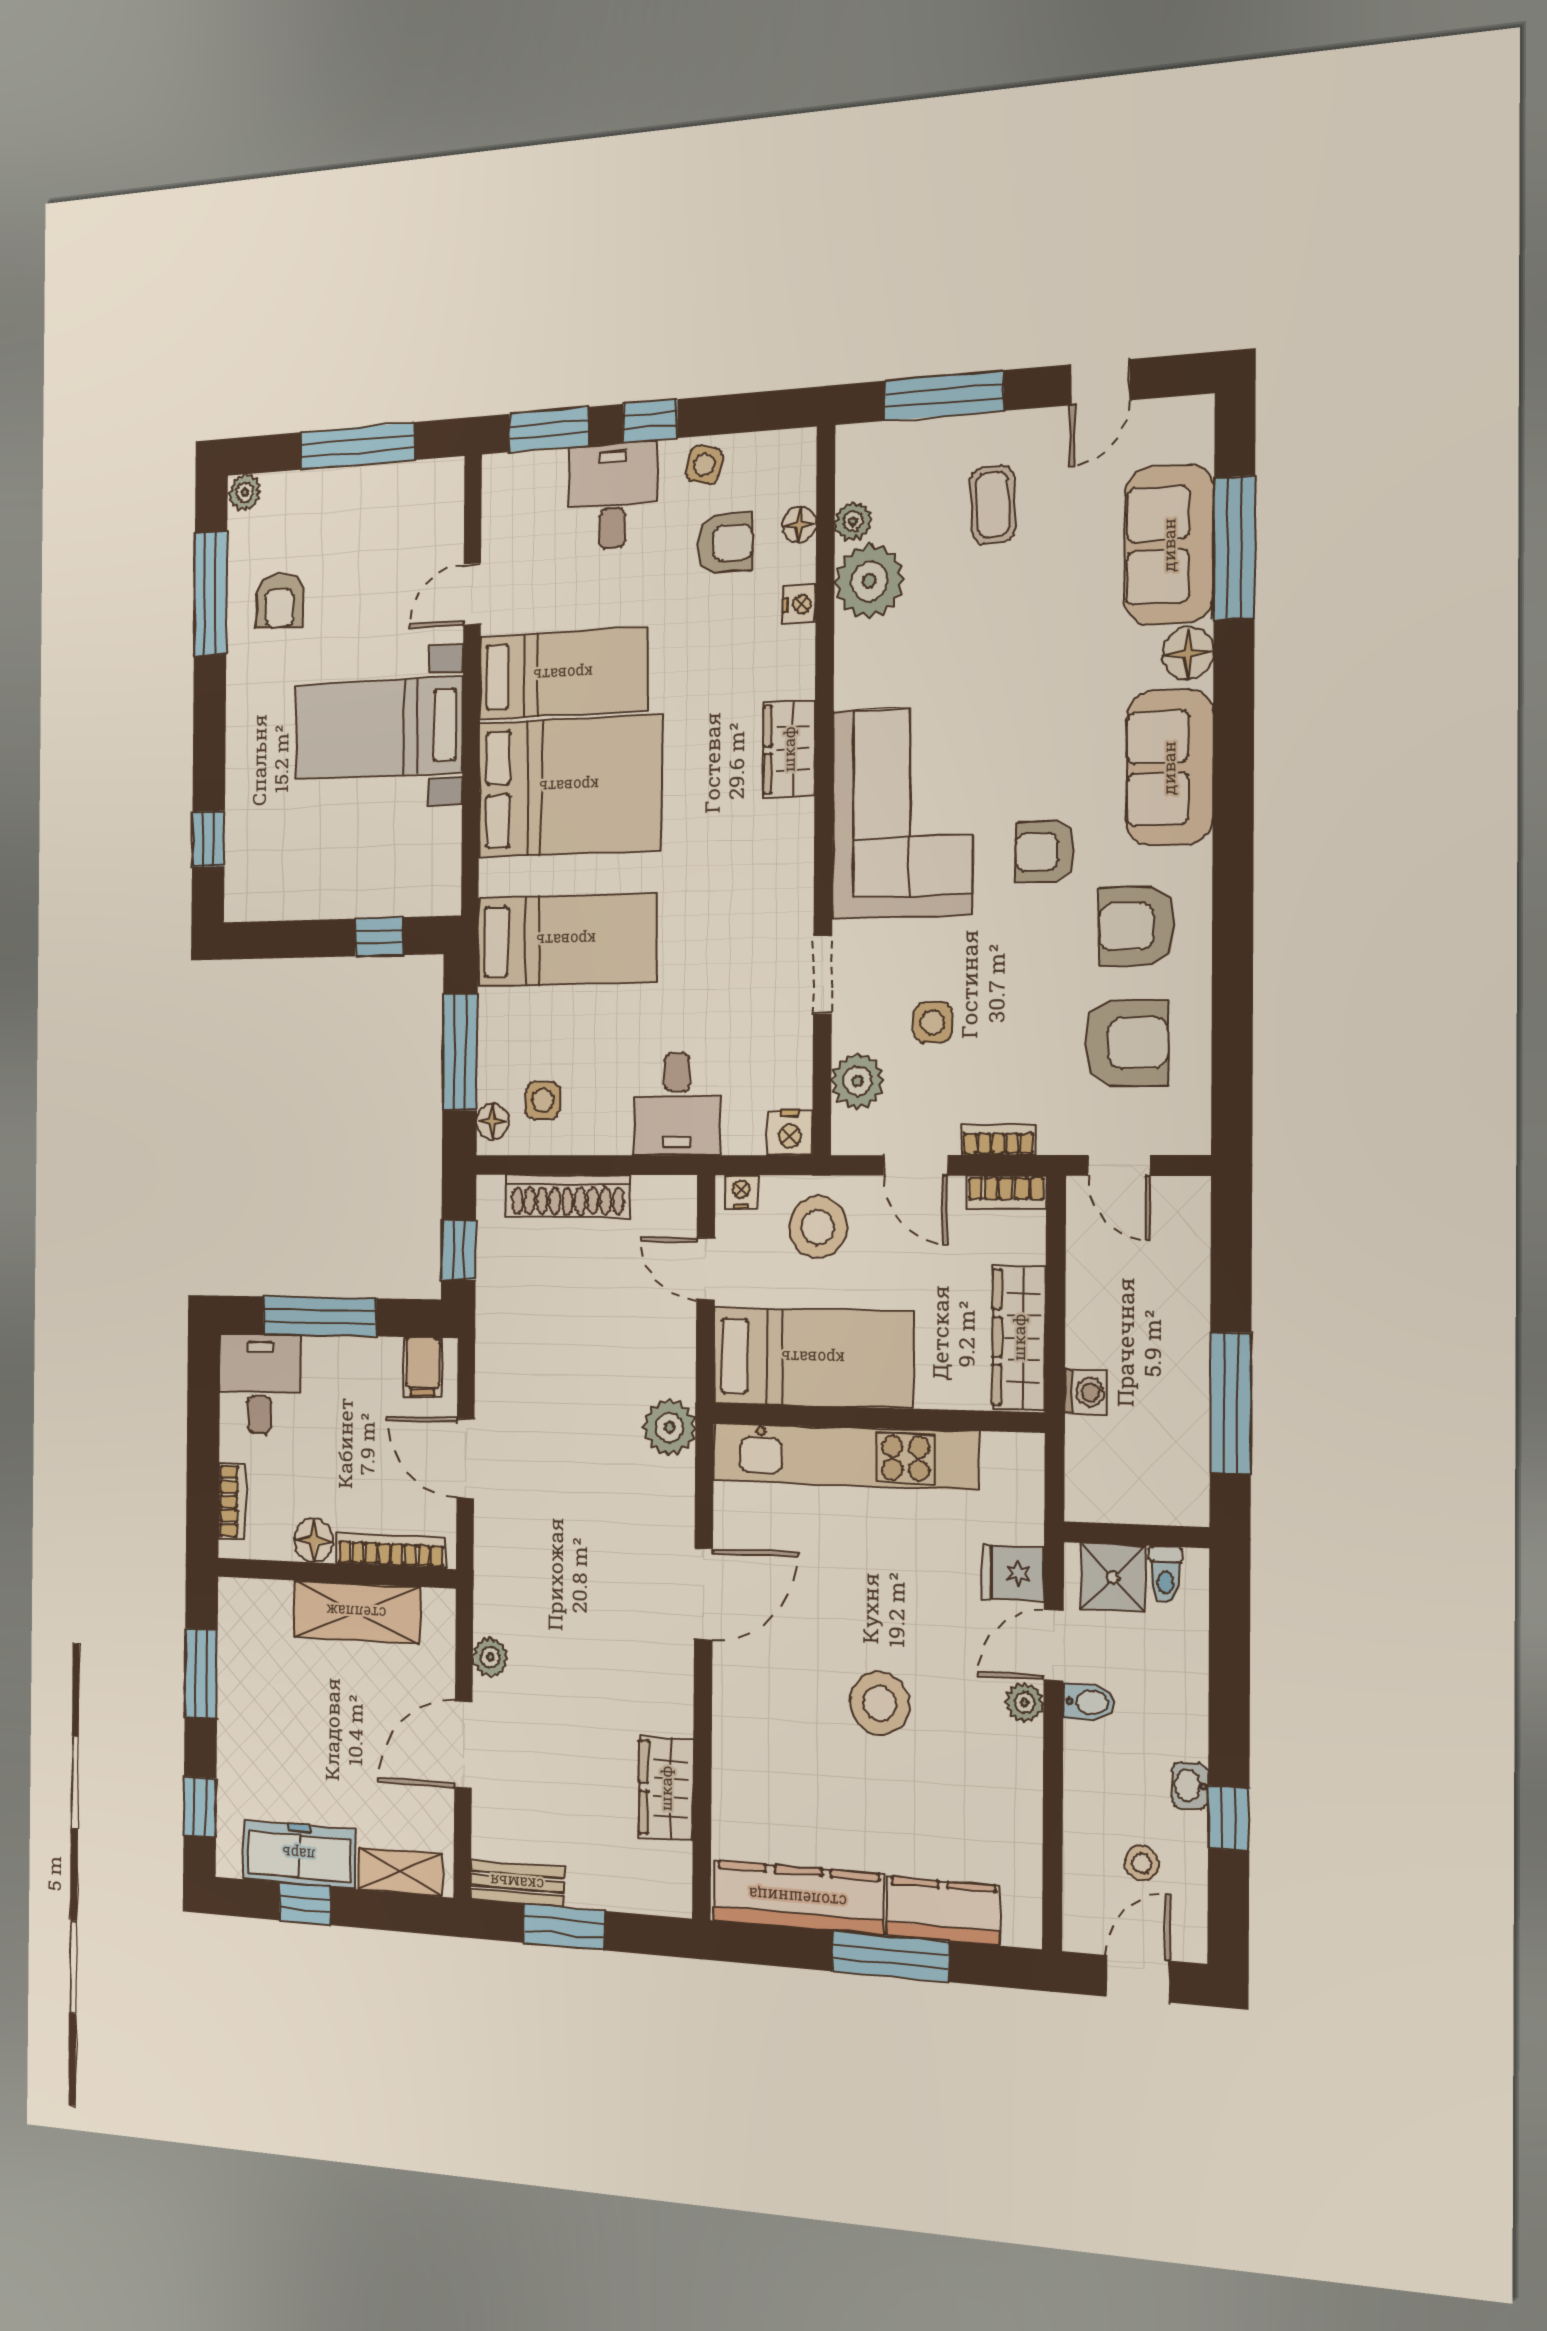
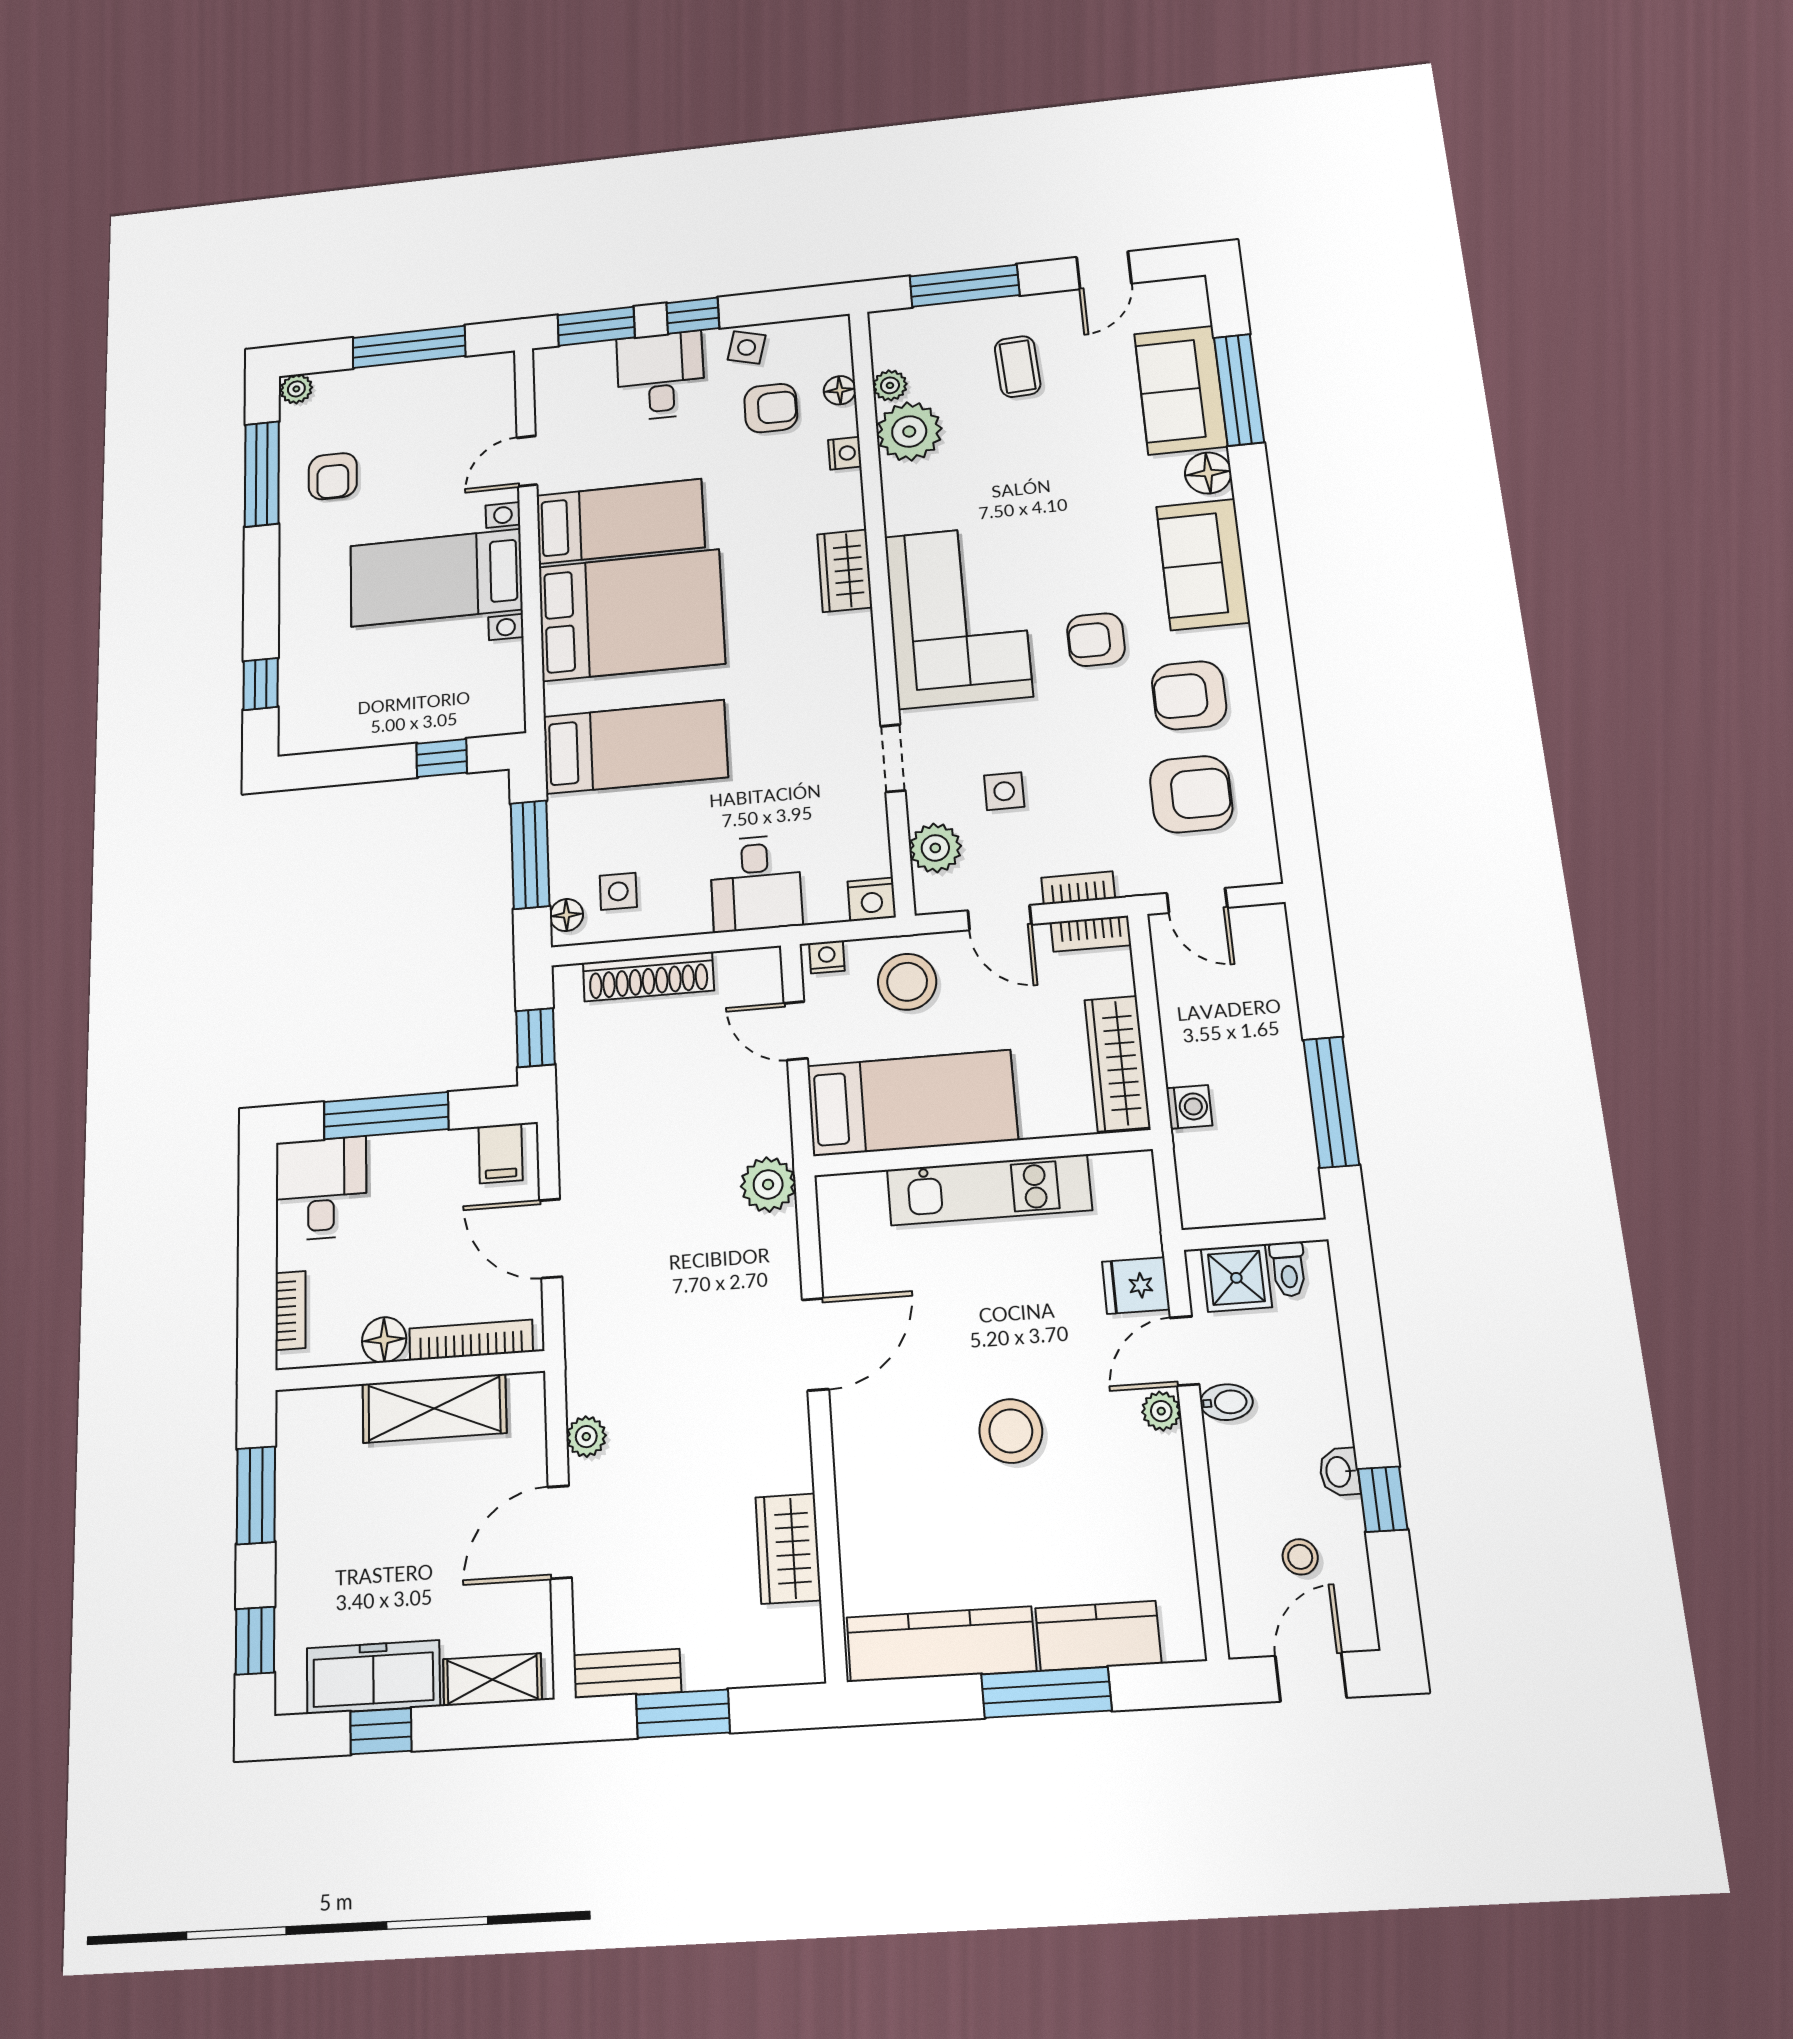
kitchen unit: (845, 1456) -> (989, 1190), width x0.73

